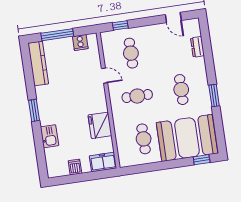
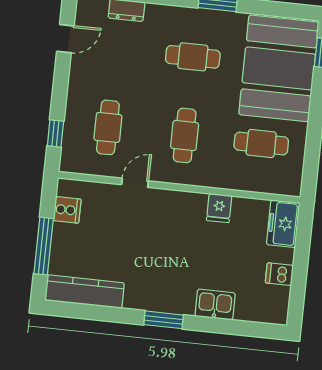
cafe table: (131, 53) -> (108, 127), turned 90
fridge: (100, 125) -> (219, 208), width x0.53, depth x0.75

